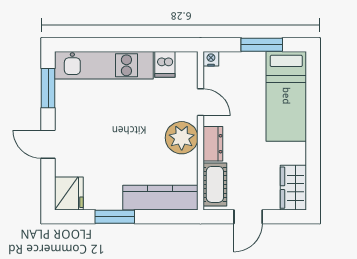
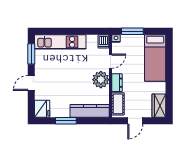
window: (262, 45) -> (132, 31), moved
dishwasher: (165, 64) -> (103, 41), moved
door: (201, 102) -> (111, 61), hinge flipped
door: (48, 144) -> (31, 83), hinge flipped

